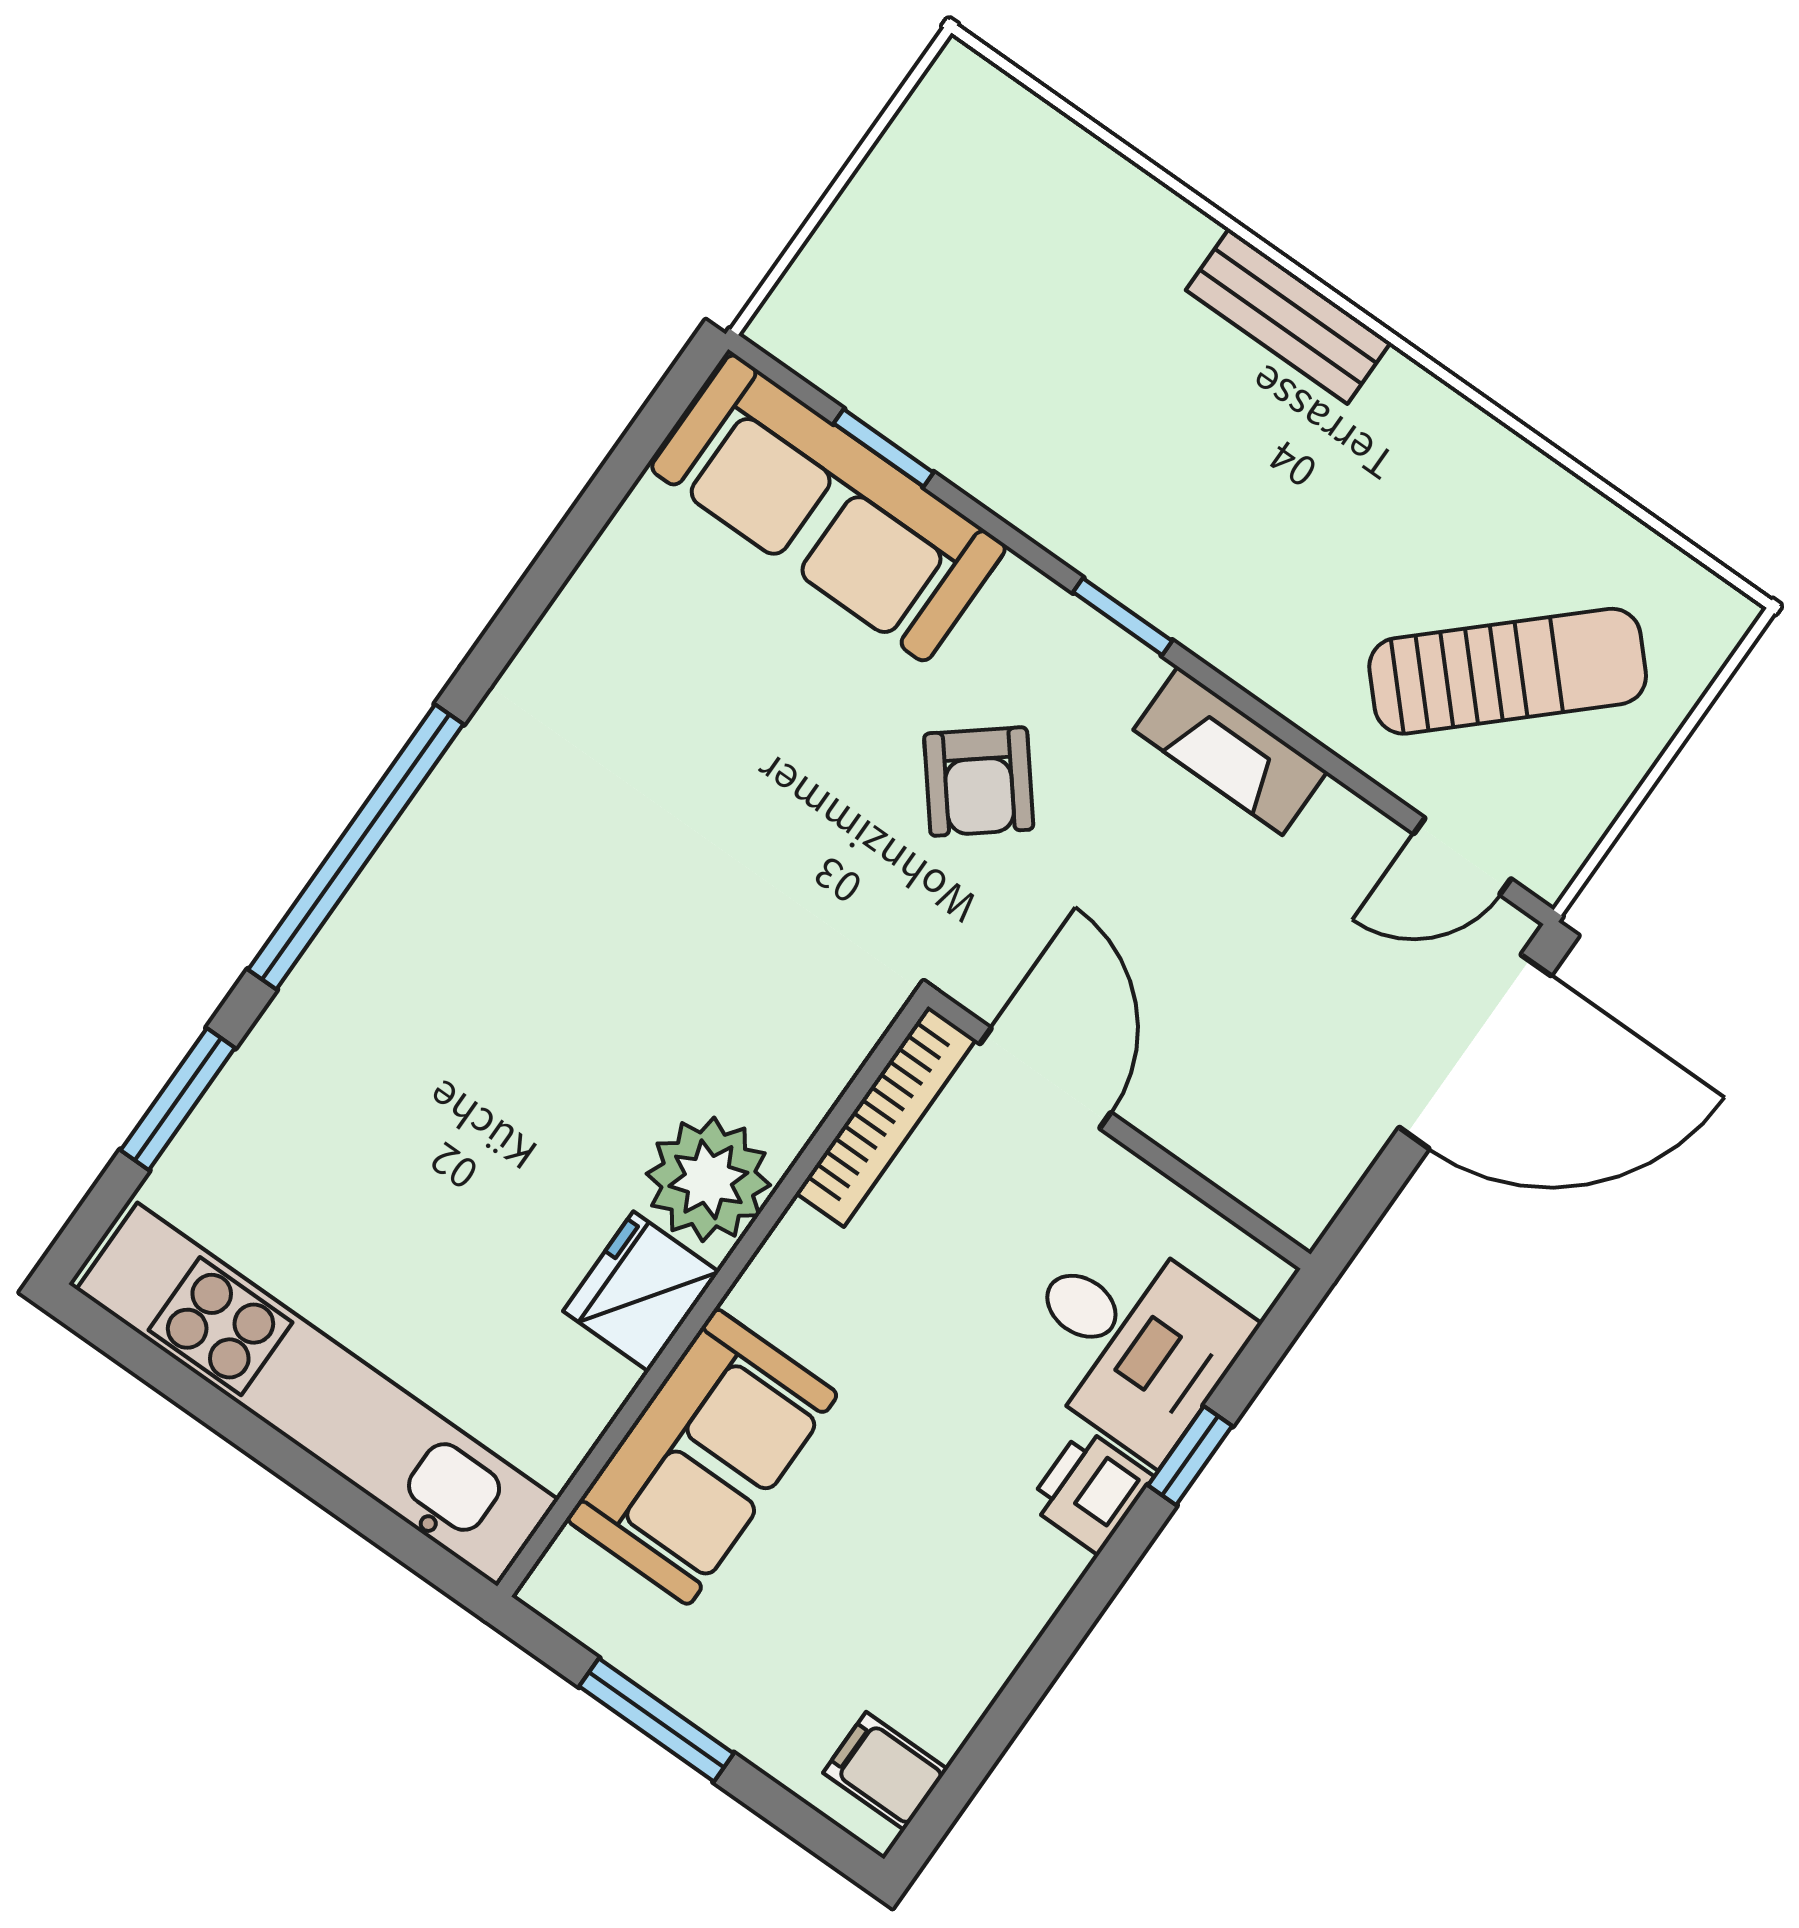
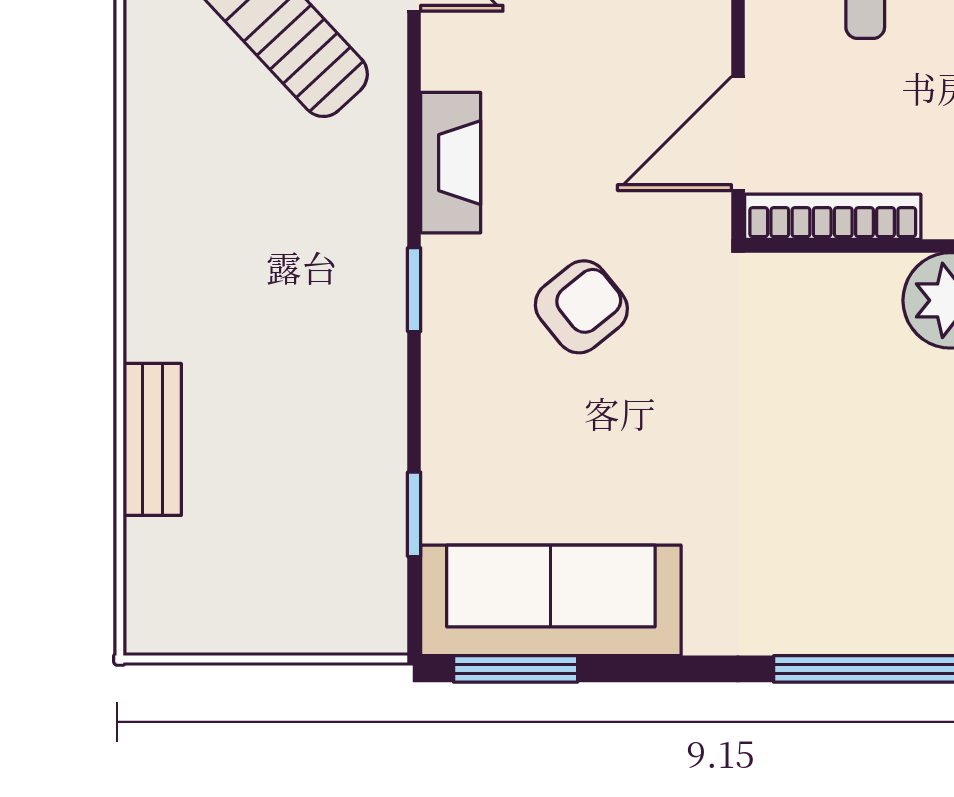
bench: (1288, 316) -> (152, 439), moved
window: (643, 440) -> (516, 669), added
sofa: (829, 508) -> (551, 600), moved, turned -90

